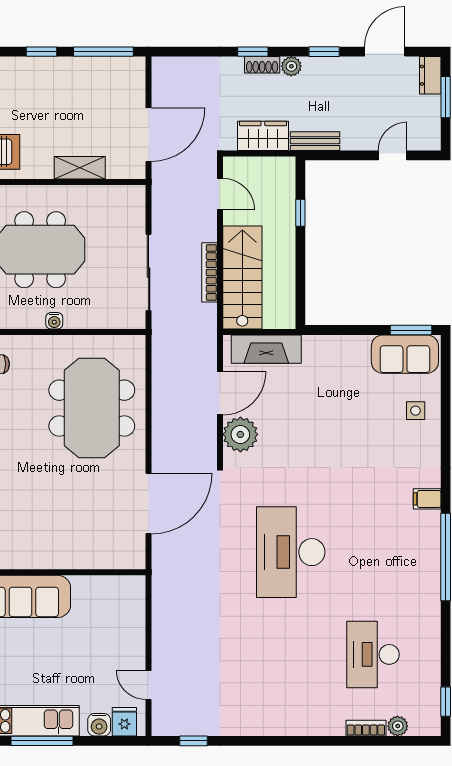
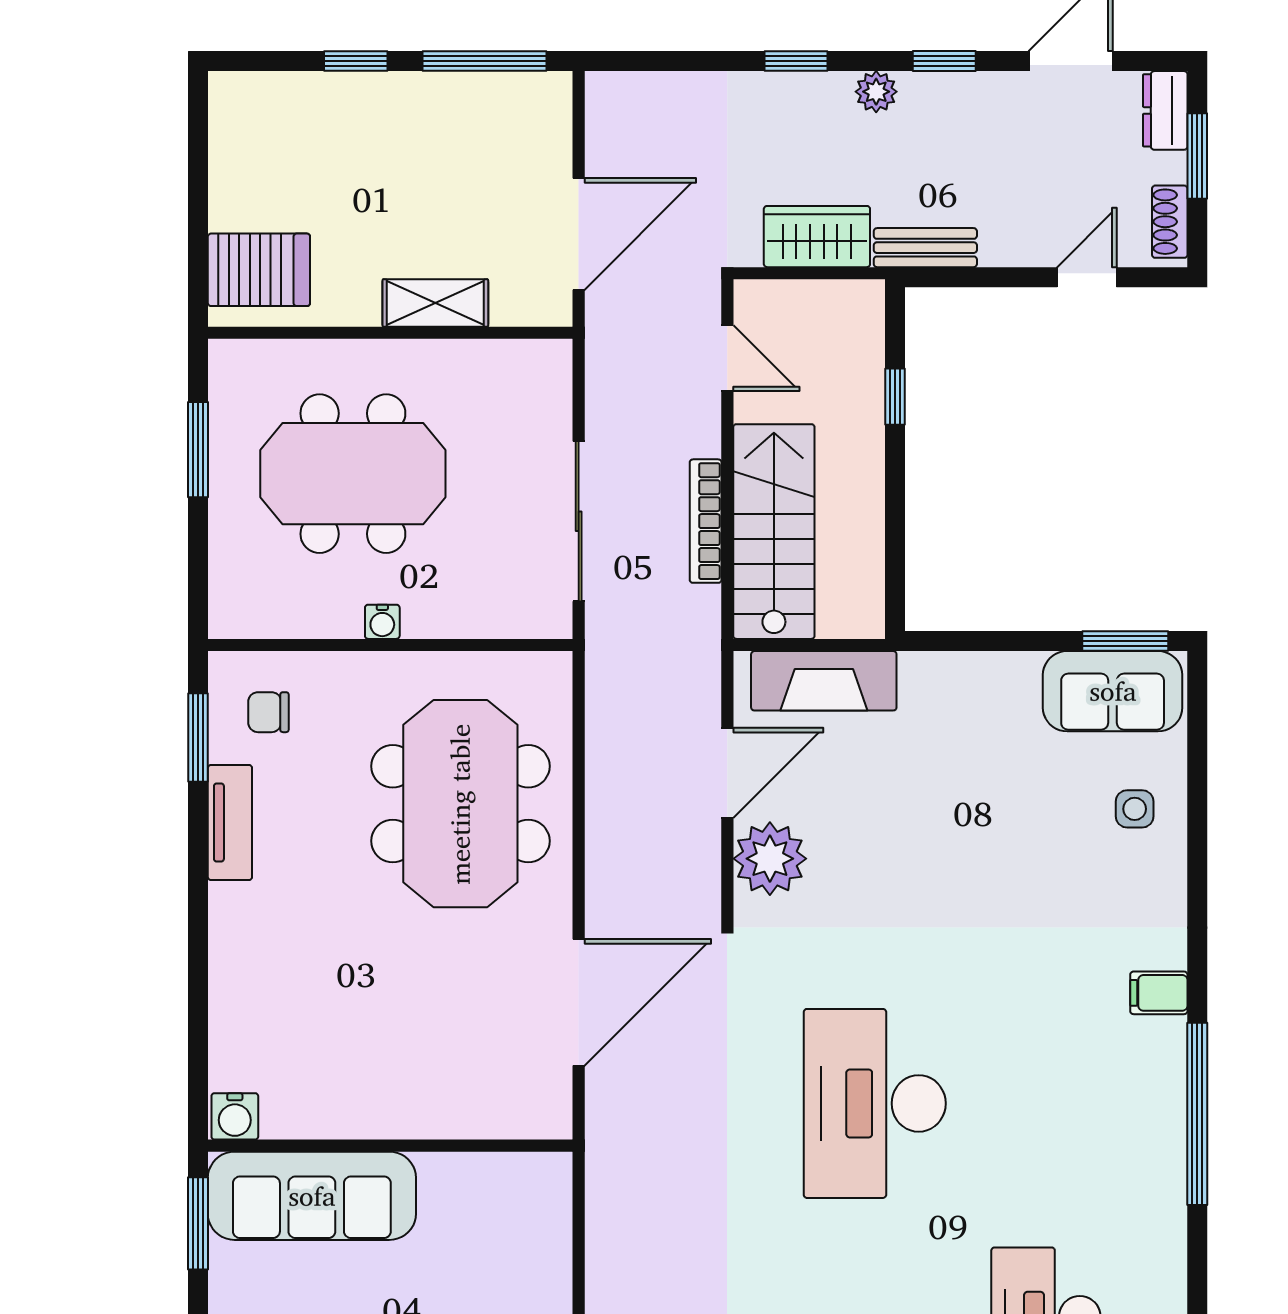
shoe rack: (262, 65) -> (1170, 222), moved, turned 90

